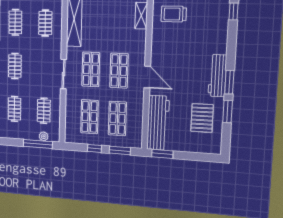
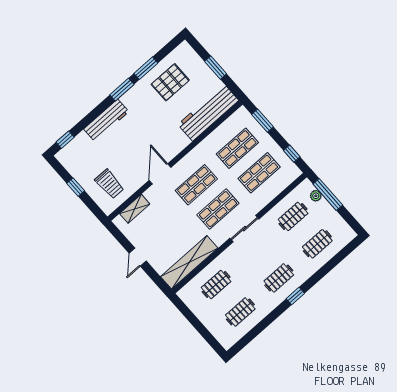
workbench: (217, 76) -> (106, 120), moved
door: (147, 77) -> (160, 174), moved
window: (95, 148) -> (292, 154), moved
window: (162, 154) -> (216, 68), moved

